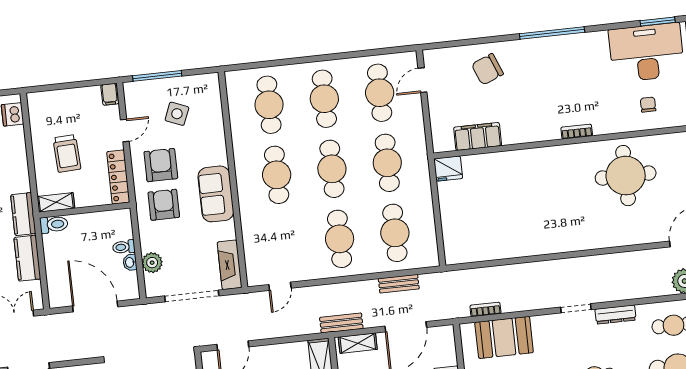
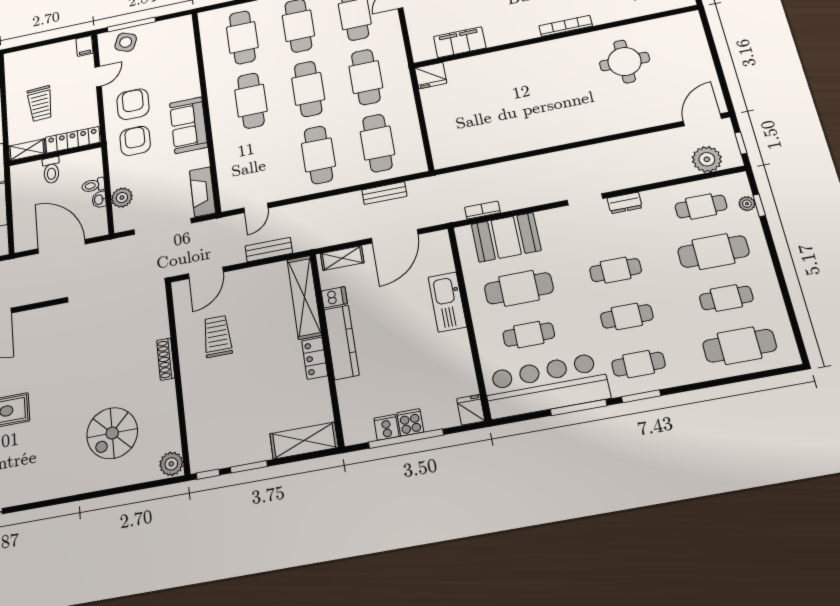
side table: (177, 114) -> (126, 42), moved
bookcase: (577, 132) -> (566, 26), width x1.56
round table: (626, 176) -> (625, 62), width x0.73, depth x0.73
locker: (118, 177) -> (73, 140), moved, turned 90
toilet: (54, 224) -> (51, 170), moved, turned 90
dresser: (615, 315) -> (625, 203), width x0.70
bench: (341, 323) -> (269, 250), moved

